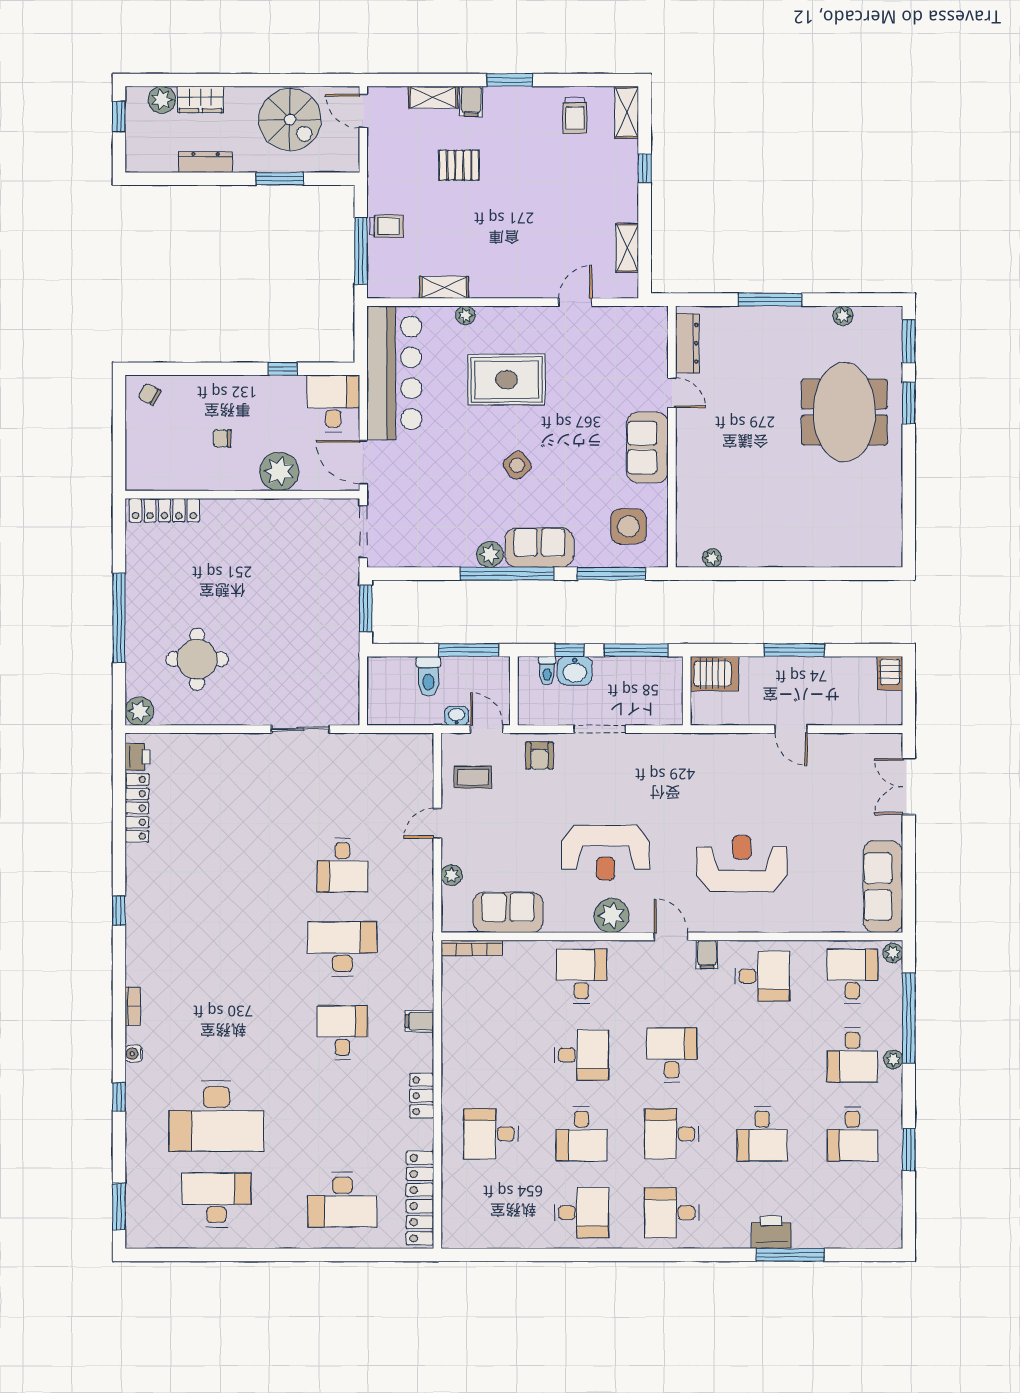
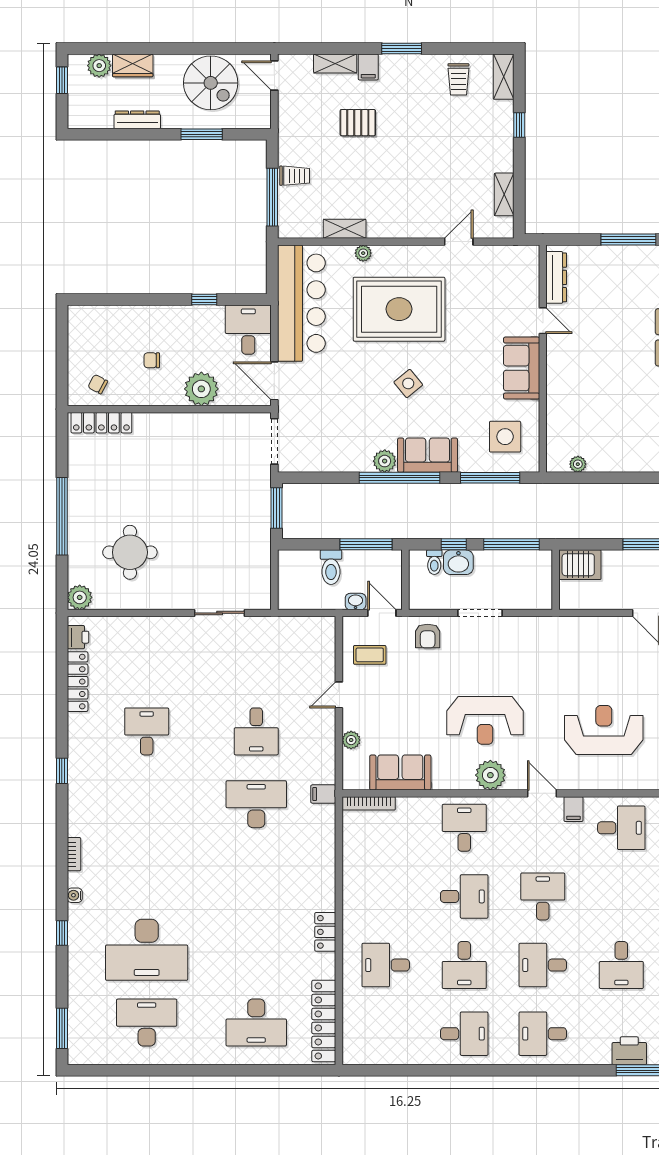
rug: (507, 380) -> (399, 309), width x1.37, depth x1.44
chair: (149, 394) -> (98, 384), moved
filing cabinet: (419, 1021) -> (323, 794), moved
desk: (342, 1033) -> (147, 731), moved

